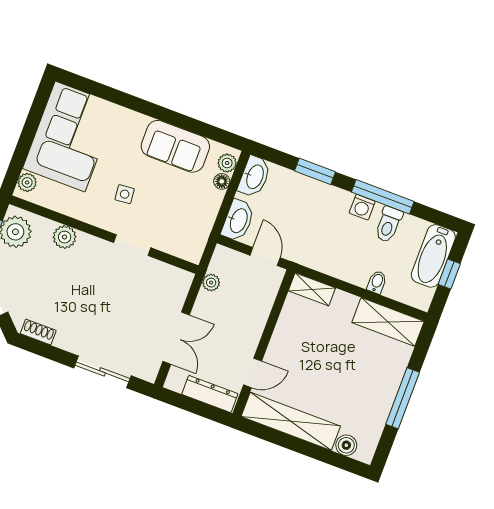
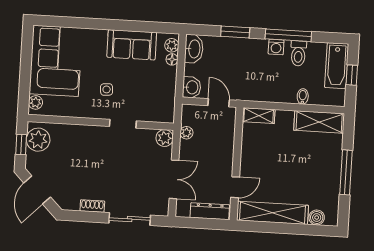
washbasin: (238, 220) -> (192, 87), width x0.72
plant: (65, 237) -> (165, 138), moved
shoe rack: (38, 332) -> (92, 206), moved

